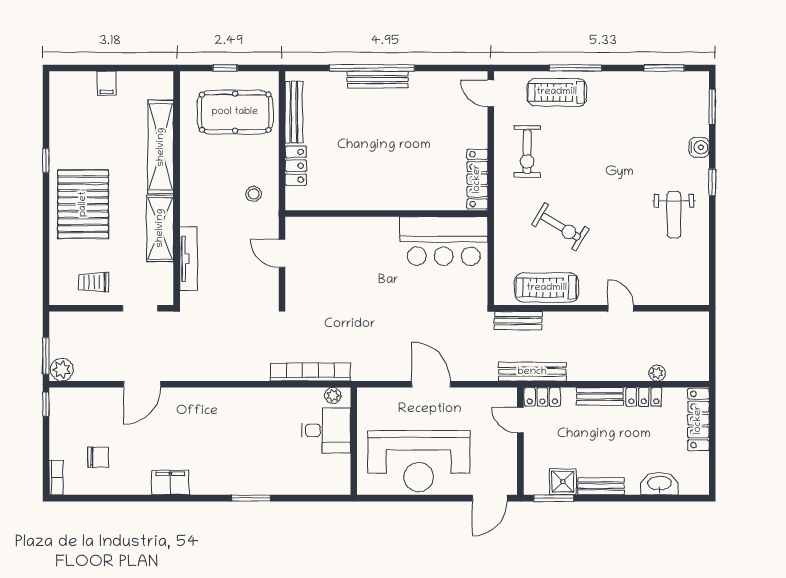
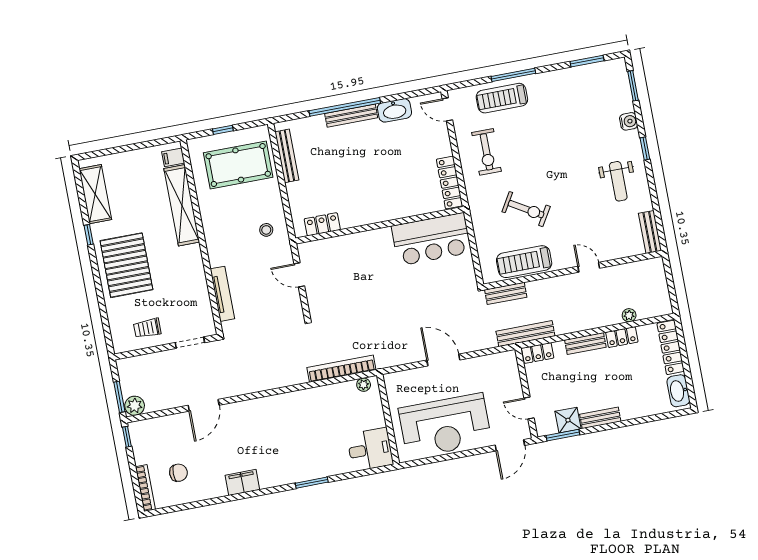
filing cabinet: (107, 83) -> (173, 157), moved, turned 90
washbasin: (429, 83) -> (394, 110), added
locker: (296, 166) -> (322, 224), moved, turned -90
shelving: (160, 228) -> (95, 194), moved
bench: (700, 281) -> (650, 232), added
door: (520, 420) -> (529, 408), moved
desk: (326, 430) -> (370, 449), moved
bookcase: (56, 478) -> (145, 488), width x1.56
washbasin: (660, 484) -> (678, 391), moved, turned -90

